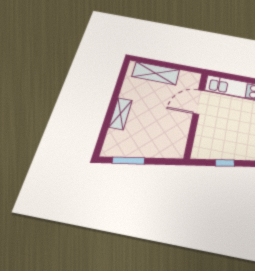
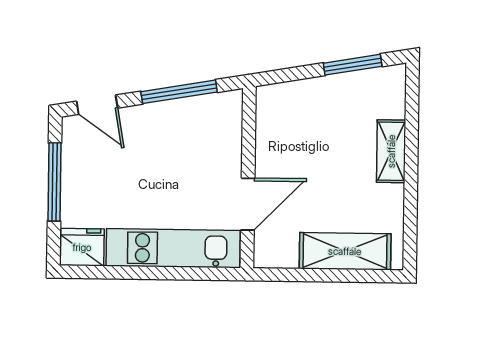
window: (225, 163) -> (179, 92), width x2.17

